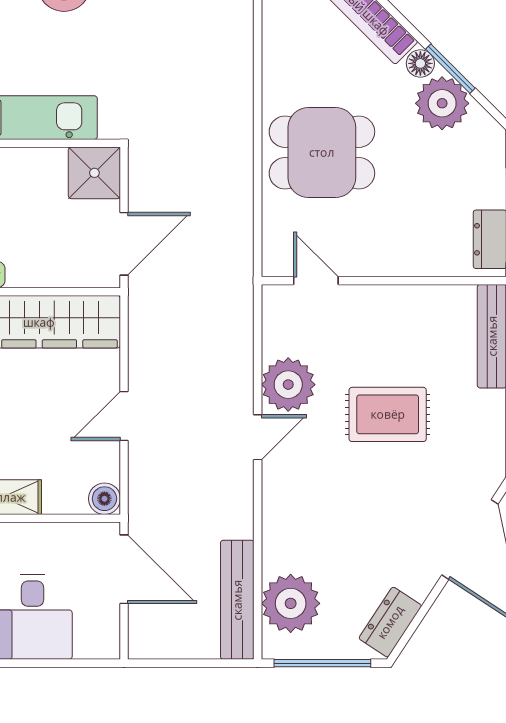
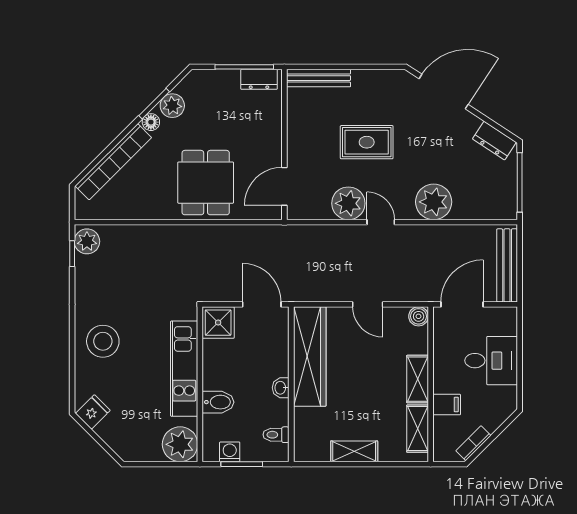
plant: (442, 103) -> (172, 106), width x0.73, depth x0.73
door: (316, 281) -> (284, 186), width x1.38
rug: (388, 414) -> (367, 142), turned 90
bench: (237, 600) -> (507, 265), moved, turned 90
plant: (291, 603) -> (434, 202), moved

